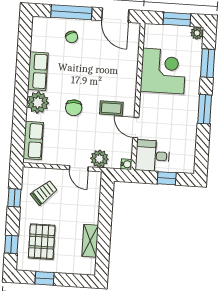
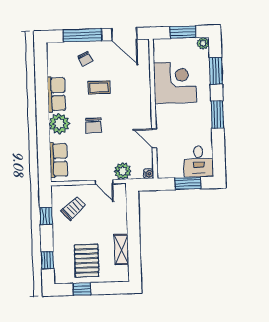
coffee table: (111, 108) -> (99, 88), moved
desk: (153, 156) -> (198, 161), moved, turned -90
window: (167, 178) -> (188, 183), width x1.50
pallet: (42, 242) -> (87, 261), moved

